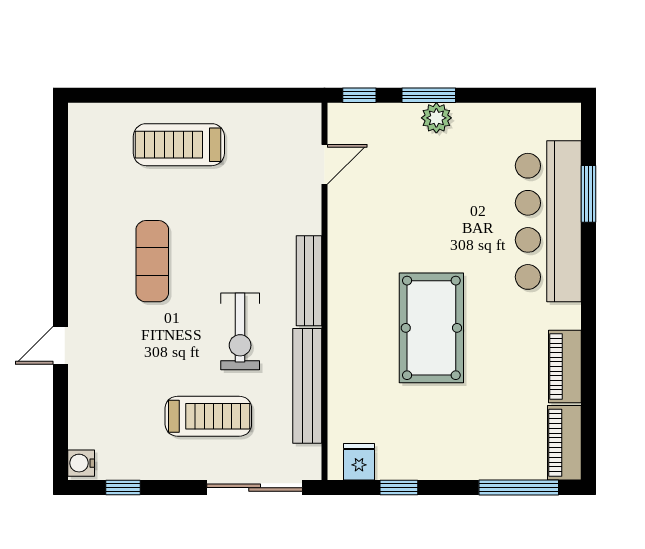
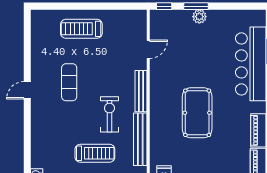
door: (324, 164) -> (148, 49), moved
exercise bike: (240, 331) -> (109, 114), turned 180
door: (60, 345) -> (27, 90), moved

